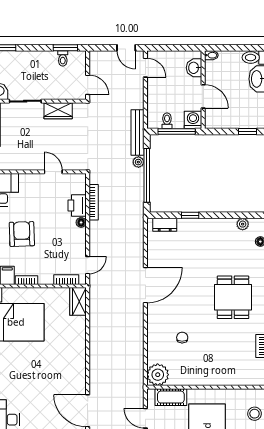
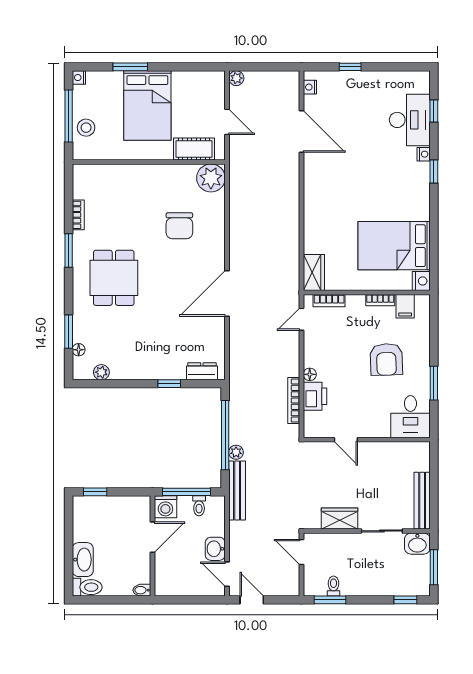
washbasin: (194, 68) -> (215, 549), moved, turned 180
door: (203, 96) -> (152, 537), swing flipped
chair: (182, 338) -> (179, 226), width x1.87, depth x1.87

